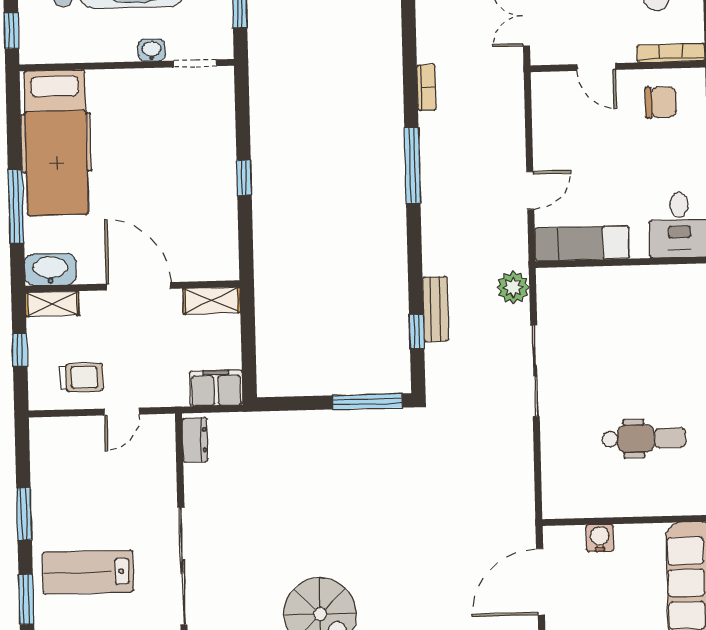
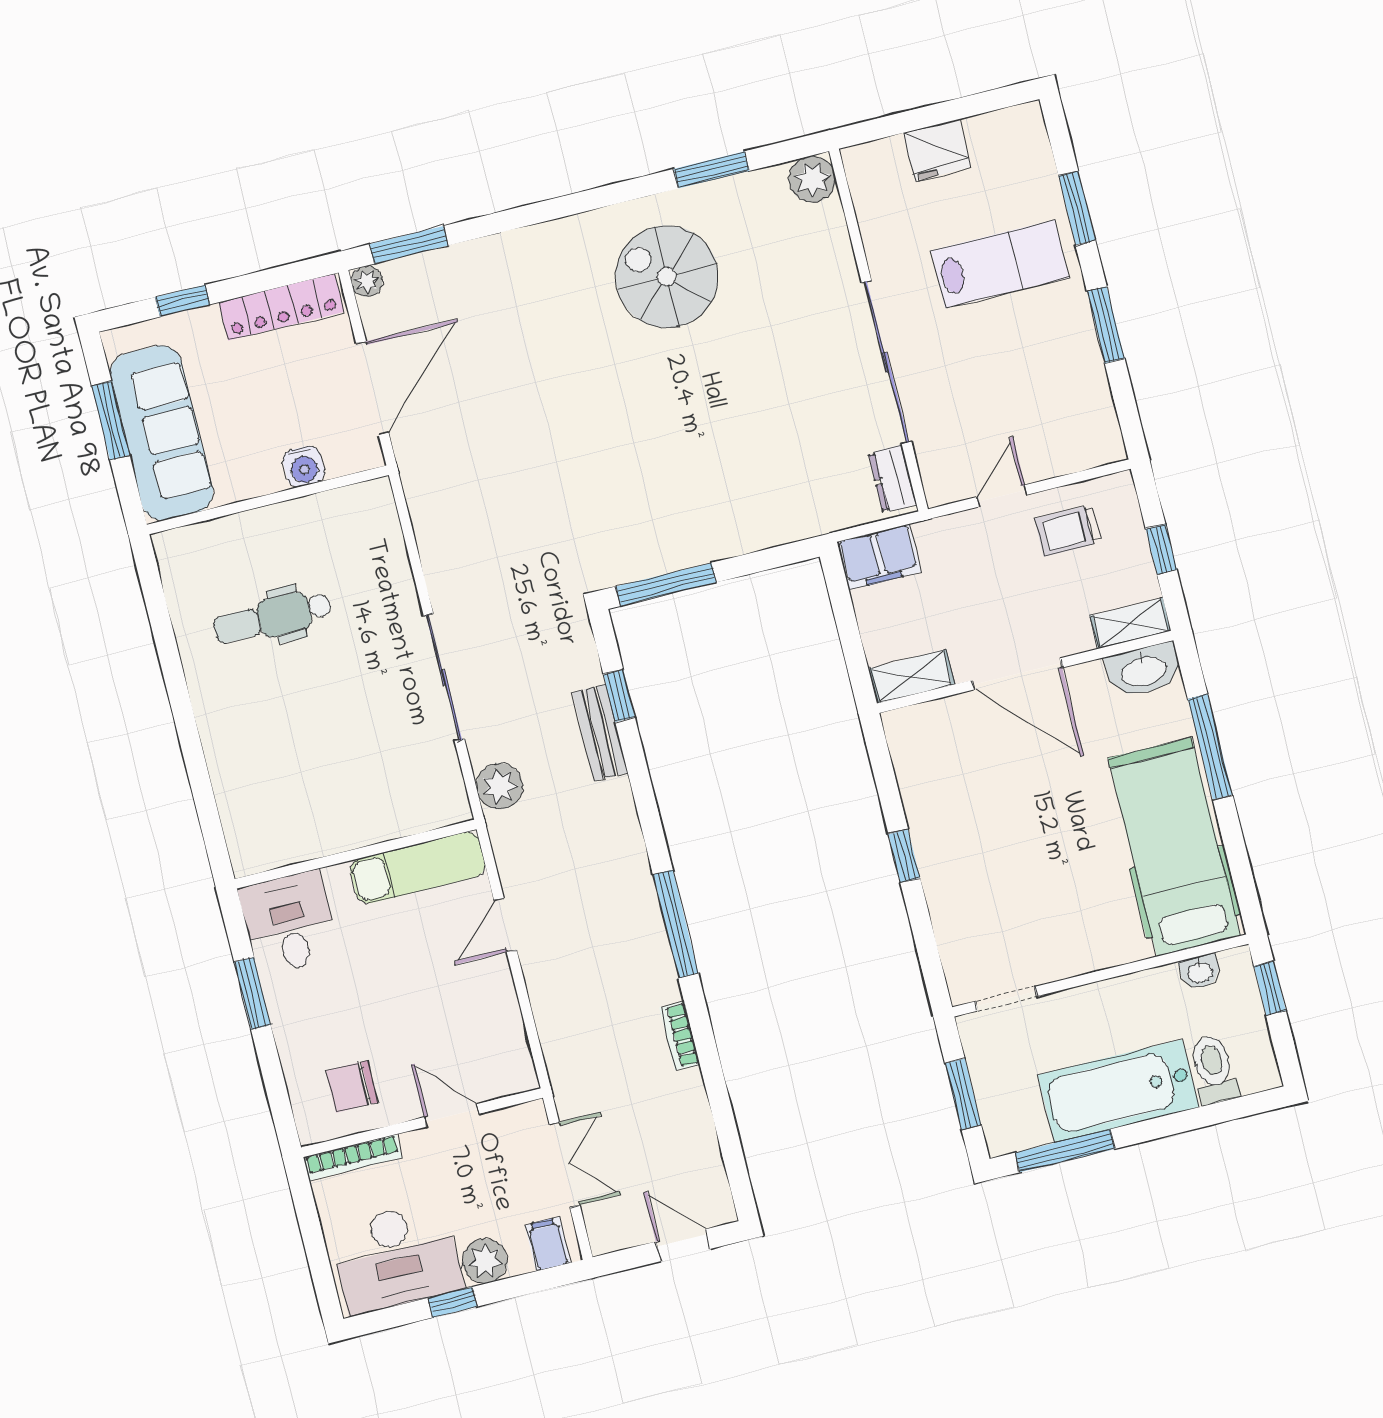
washbasin: (152, 50) -> (1200, 972), moved
sliding door: (182, 566) -> (886, 362), moved

